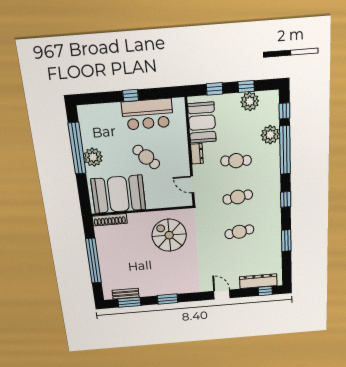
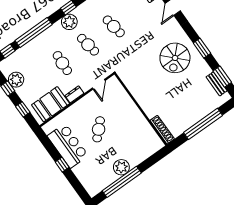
plant: (270, 135) -> (69, 22), moved
booth: (118, 194) -> (138, 134), removed
spiral stairs: (169, 235) -> (175, 58), moved

